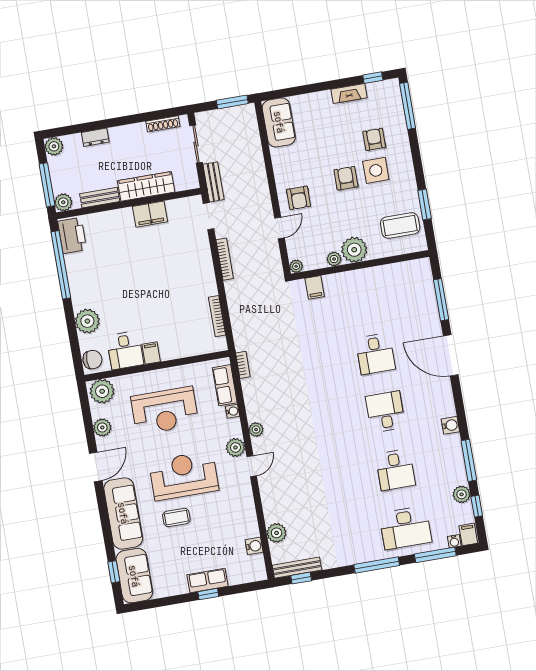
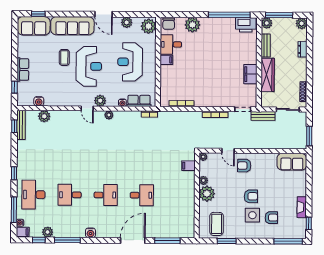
desk: (375, 354) -> (142, 195), turned 180
window: (377, 565) -> (14, 173), width x0.46
window: (208, 594) -> (15, 87), moved

